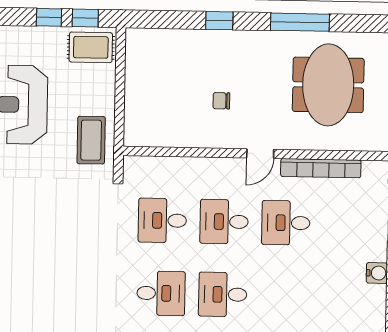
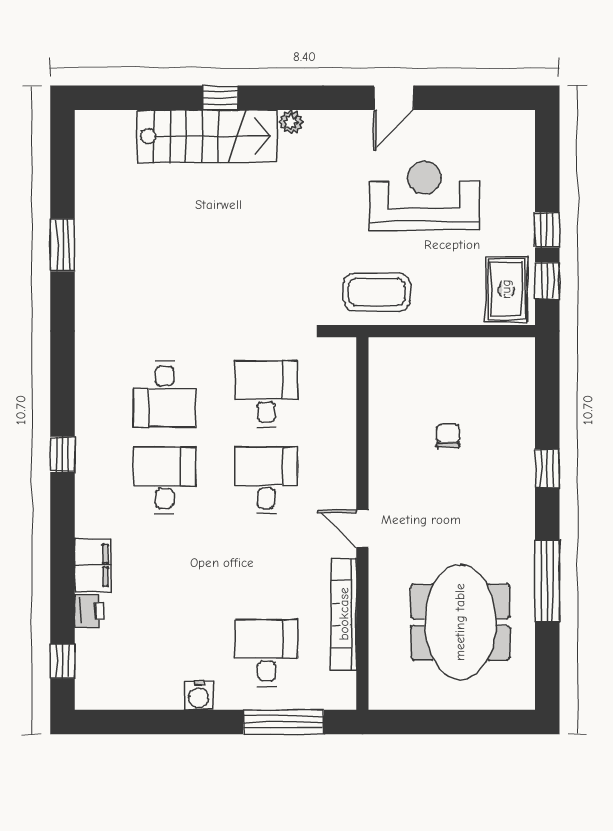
meeting table: (328, 85) -> (460, 622), turned 90
chair: (221, 101) -> (448, 436), moved
desk: (286, 223) -> (266, 653), moved

